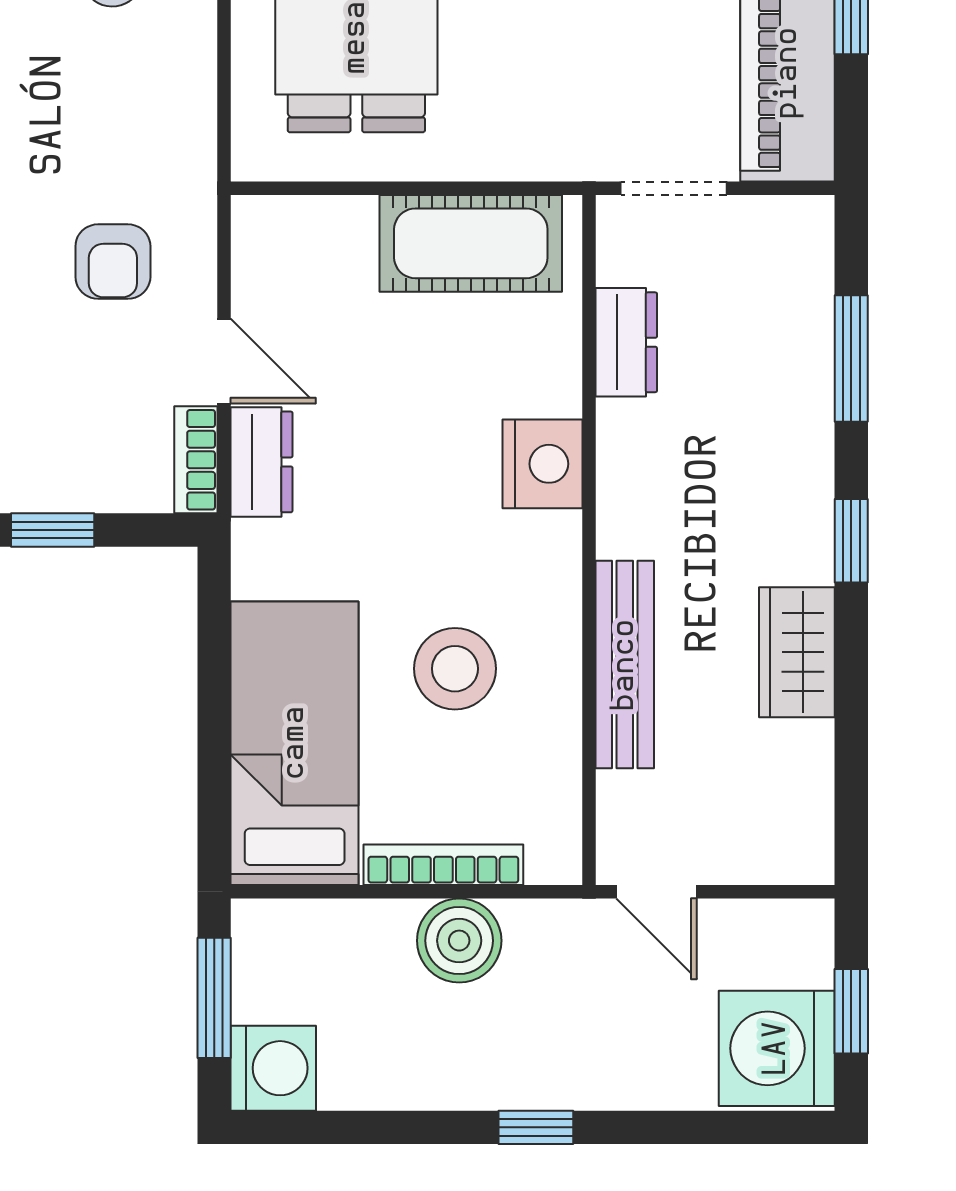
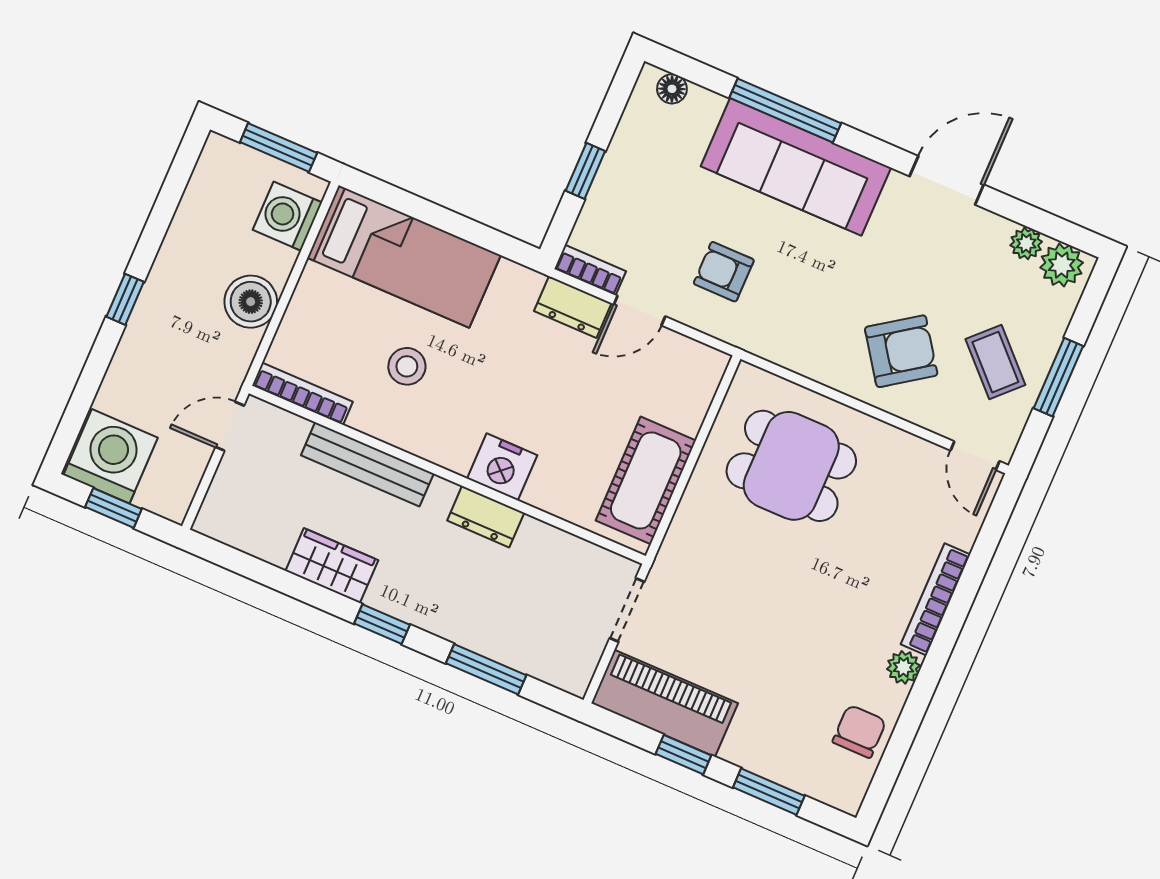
dresser: (626, 342) -> (486, 517), moved
stool: (455, 669) -> (407, 366), width x0.73, depth x0.73
bookcase: (443, 865) -> (302, 394), moved, turned -90
washing machine: (273, 1068) -> (287, 216), moved, turned 90

